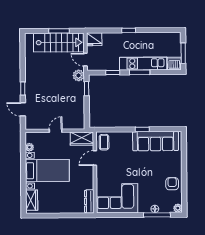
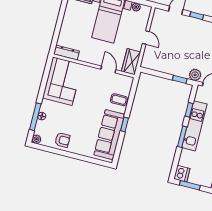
kitchen unit: (143, 63) -> (194, 126), moved
coffee table: (104, 142) -> (119, 100), moved

